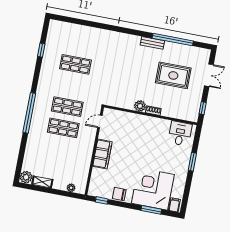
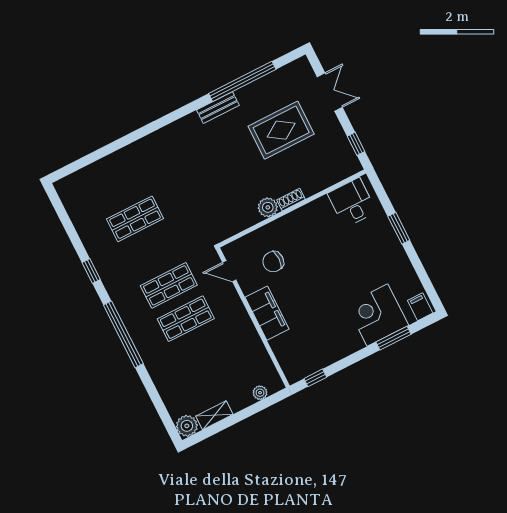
window: (41, 50) -> (91, 271), moved
door: (100, 122) -> (229, 271), hinge flipped
corner desk: (153, 189) -> (377, 315), width x0.74, depth x0.74
chair: (119, 194) -> (273, 262), moved

